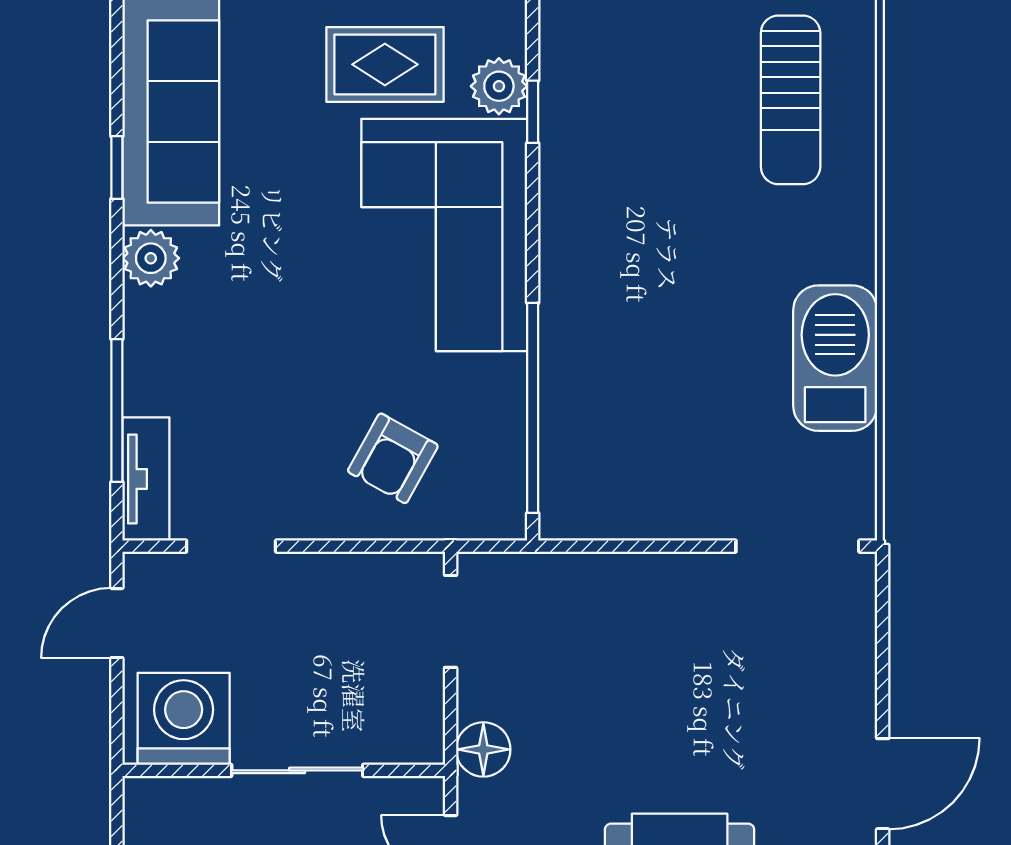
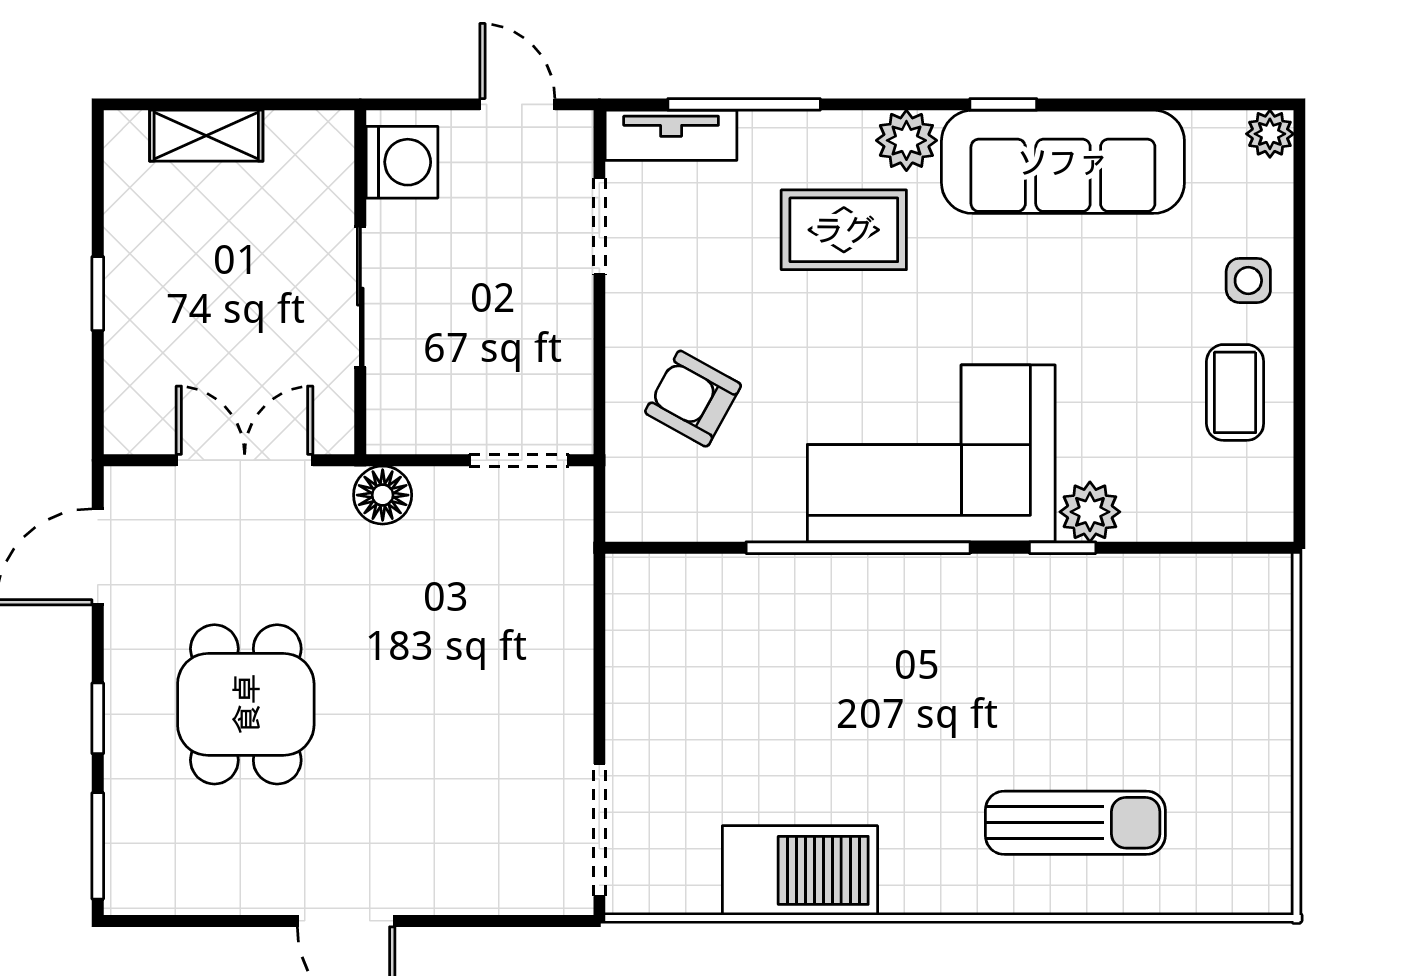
rug: (385, 64) -> (844, 230), moved, turned 90
sun lounger: (791, 100) -> (1075, 823), turned 180
window: (533, 408) -> (858, 548), moved
washing machine: (184, 719) -> (402, 162), width x0.73, depth x0.73

